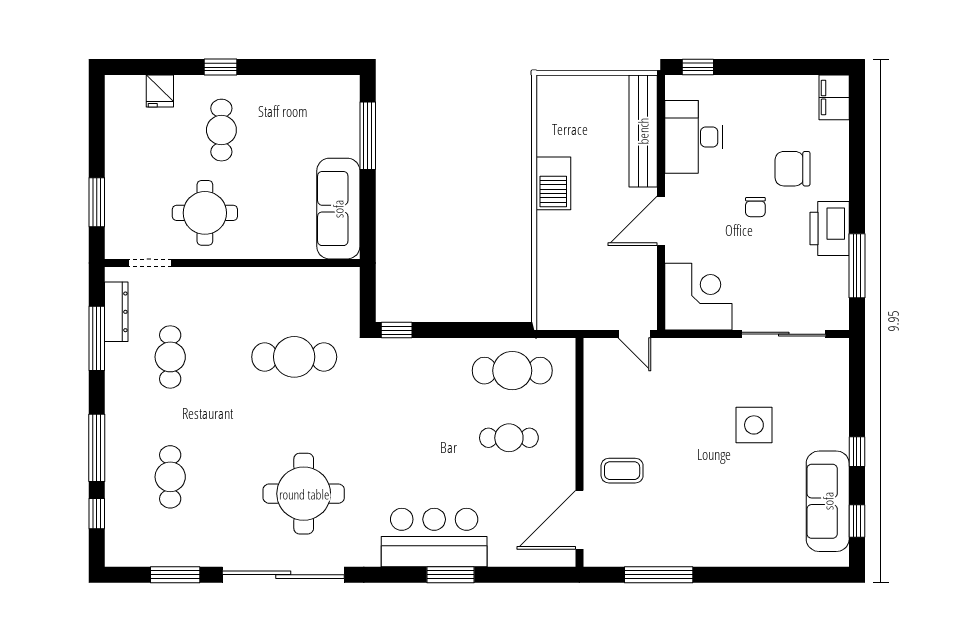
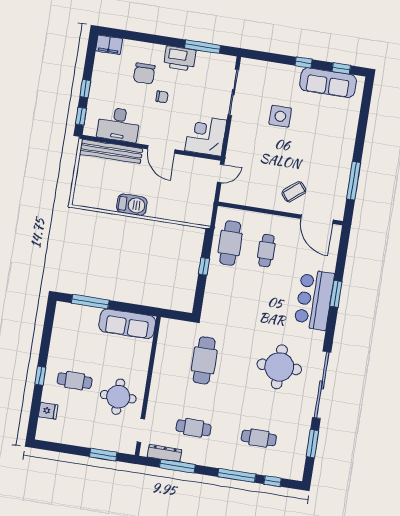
window: (749, 67) -> (85, 89), added
window: (397, 330) -> (204, 266), moved
coffee table: (622, 471) -> (294, 192), turned 51

